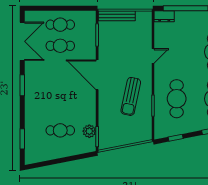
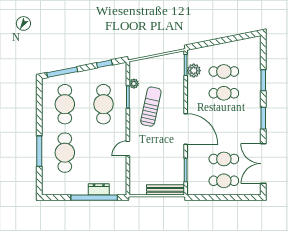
dresser: (164, 16) -> (99, 189), moved
cafe table: (60, 109) -> (224, 93), added
plant: (147, 119) -> (134, 84), added
window: (22, 139) -> (263, 80), moved

